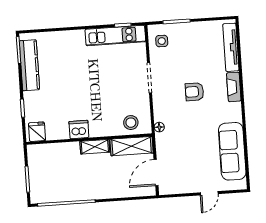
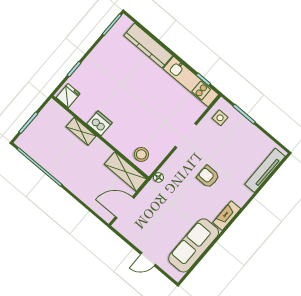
kitchen counter: (29, 65) -> (148, 45), moved, turned 90
fireplace: (234, 87) -> (227, 216), moved
shelving: (95, 147) -> (81, 131), moved

